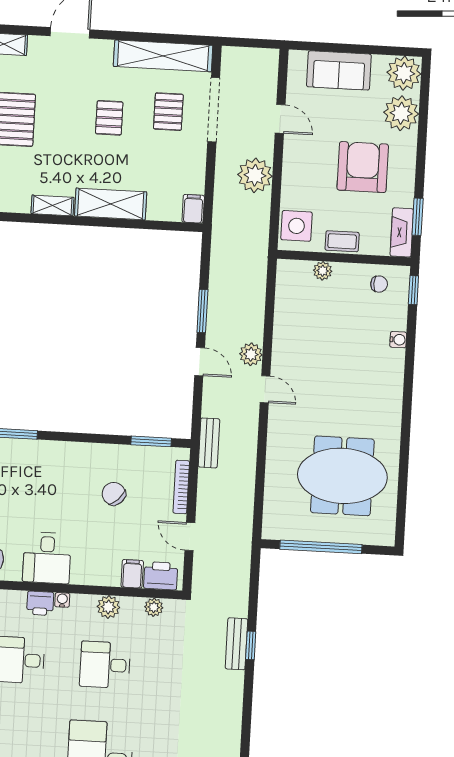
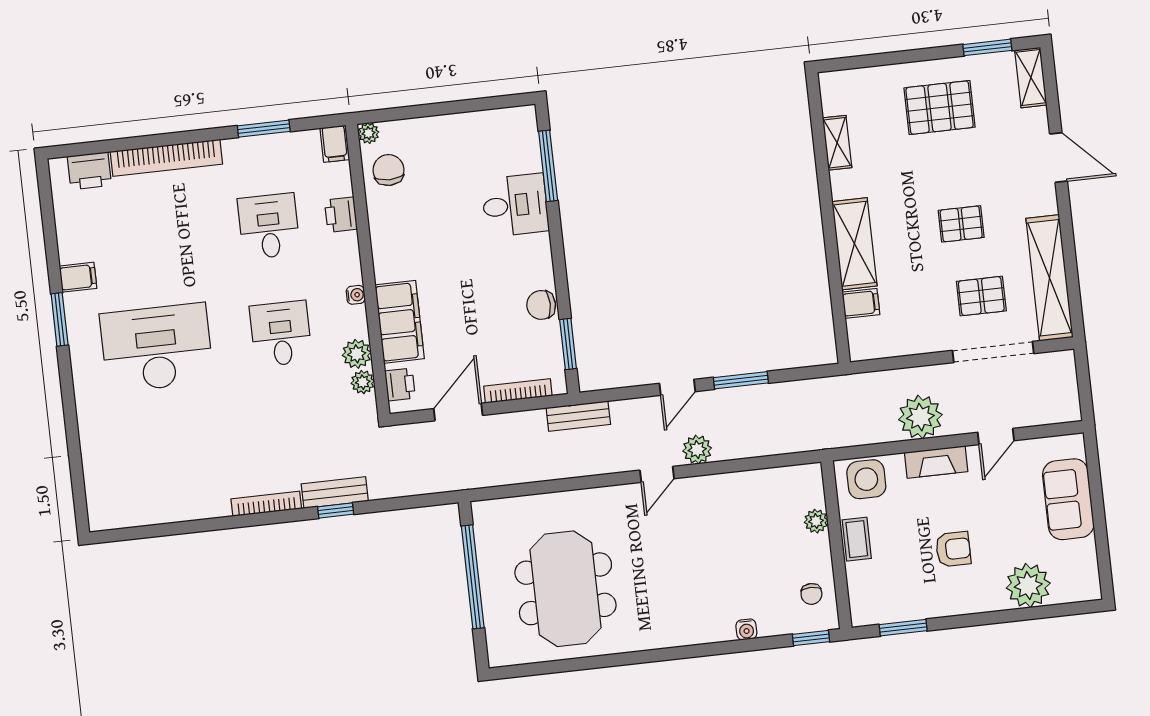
plant: (404, 73) -> (1079, 581), removed
armchair: (363, 167) -> (953, 549), width x0.53, depth x0.53
shelving: (52, 205) -> (837, 143), moved
filing cabinet: (193, 209) -> (861, 303), moved
fireplace: (402, 232) -> (936, 462), moved, turned 180
chair: (114, 494) -> (541, 305), moved, turned -135
door: (190, 537) -> (458, 412), width x1.38
desk: (47, 558) -> (515, 205), moved, turned 180
filing cabinet: (132, 574) -> (400, 322), width x3.00, depth x1.17
printer: (161, 576) -> (400, 384), width x0.73, depth x0.81
water cooler: (62, 600) -> (356, 295), moved
printer: (40, 603) -> (341, 215), moved
plant: (108, 607) -> (357, 354), moved
bookcase: (236, 699) -> (266, 504), added

